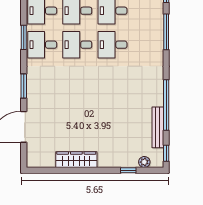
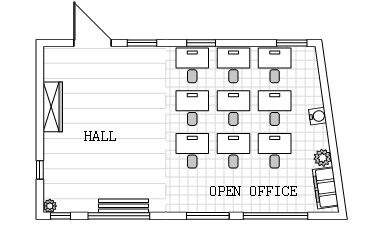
bench: (158, 127) -> (123, 206), moved
plant: (144, 162) -> (50, 206), moved

